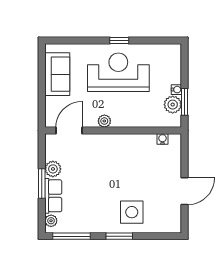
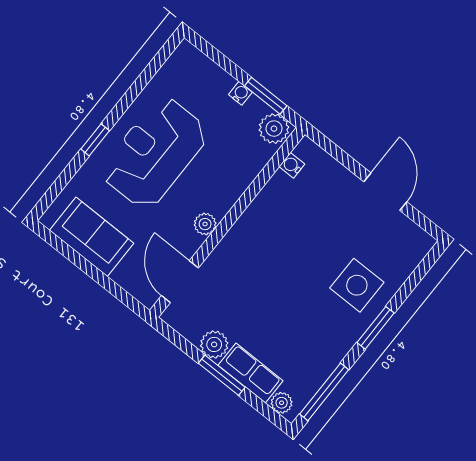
window: (119, 41) -> (95, 140), moved
plant: (173, 105) -> (274, 129), moved

